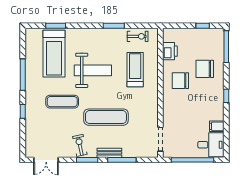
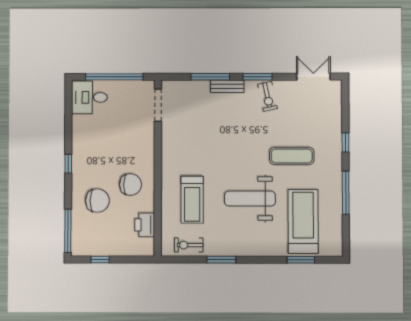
exercise mat: (106, 117) -> (232, 135), removed
filing cabinet: (217, 126) -> (81, 122), removed

